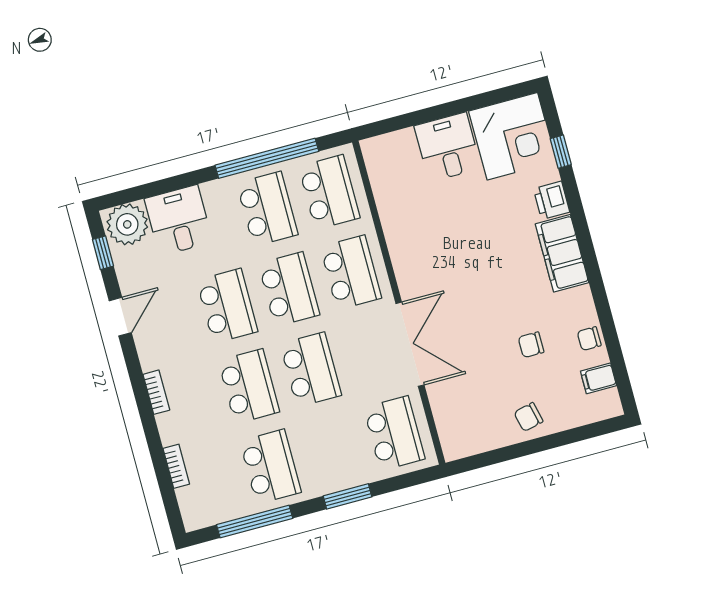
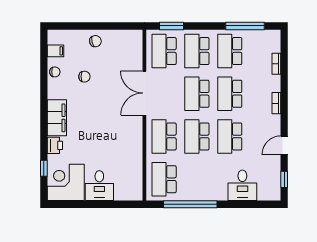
school desk: (267, 209) -> (197, 51), moved
plant: (127, 224) -> (268, 190), removed
window: (347, 496) -> (171, 26), moved

